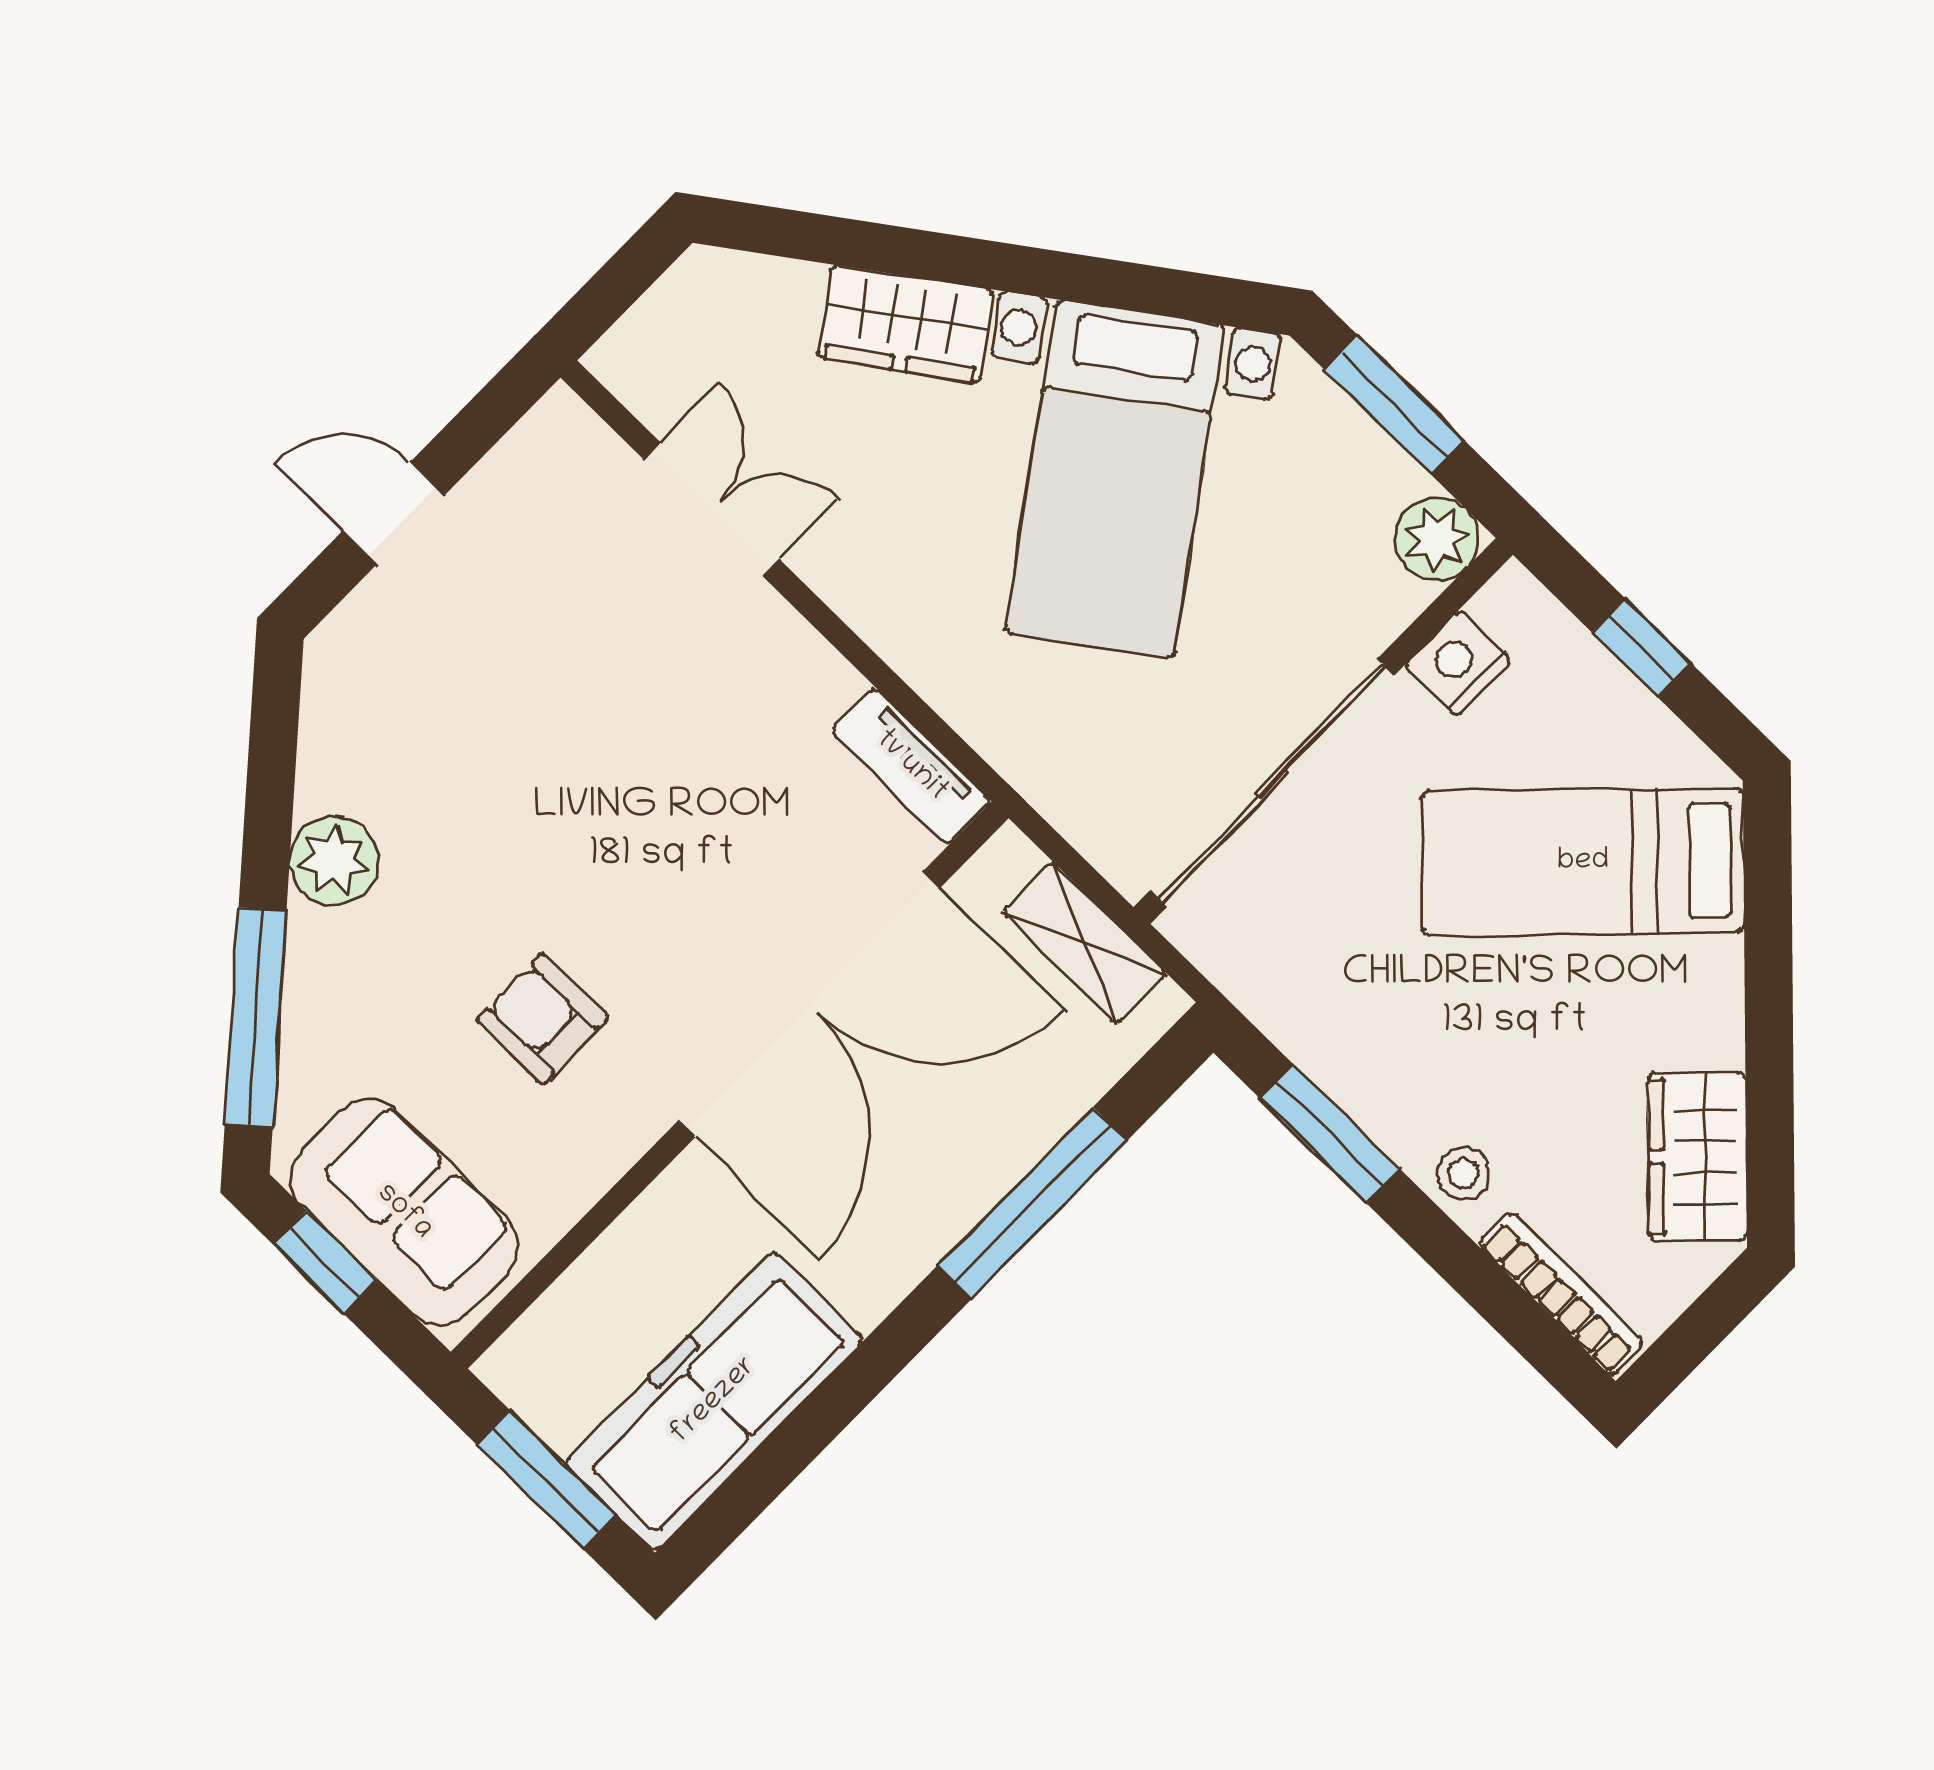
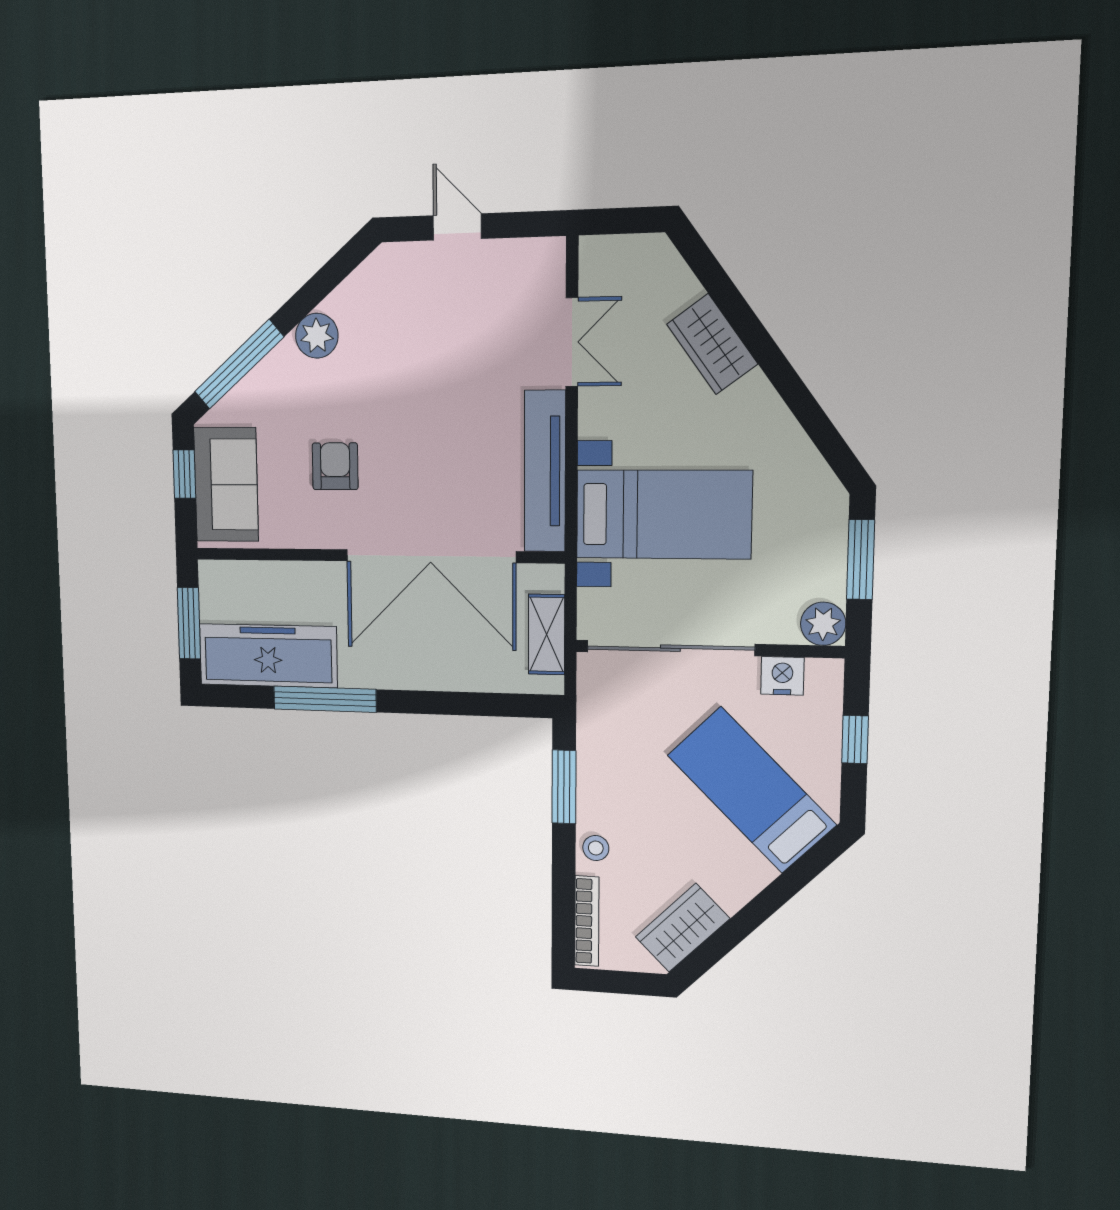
bed with nightstands: (1115, 479) -> (663, 514), moved, turned -144
tv unit: (911, 766) -> (545, 471), width x1.92, depth x1.29
window: (1033, 1203) -> (325, 699), moved

